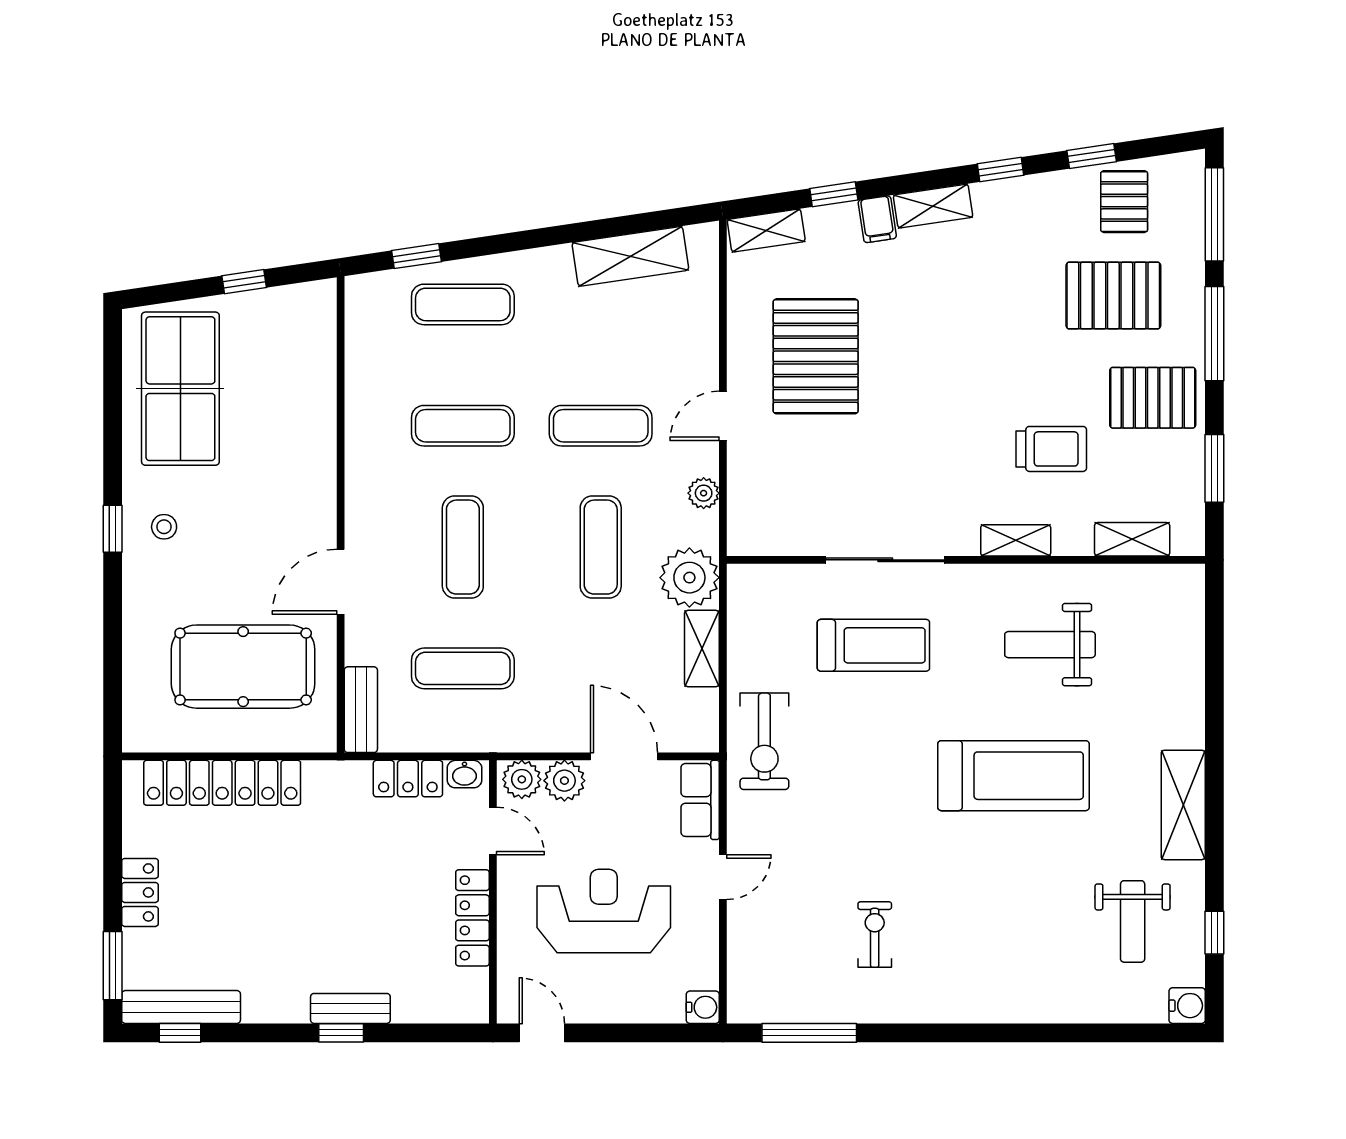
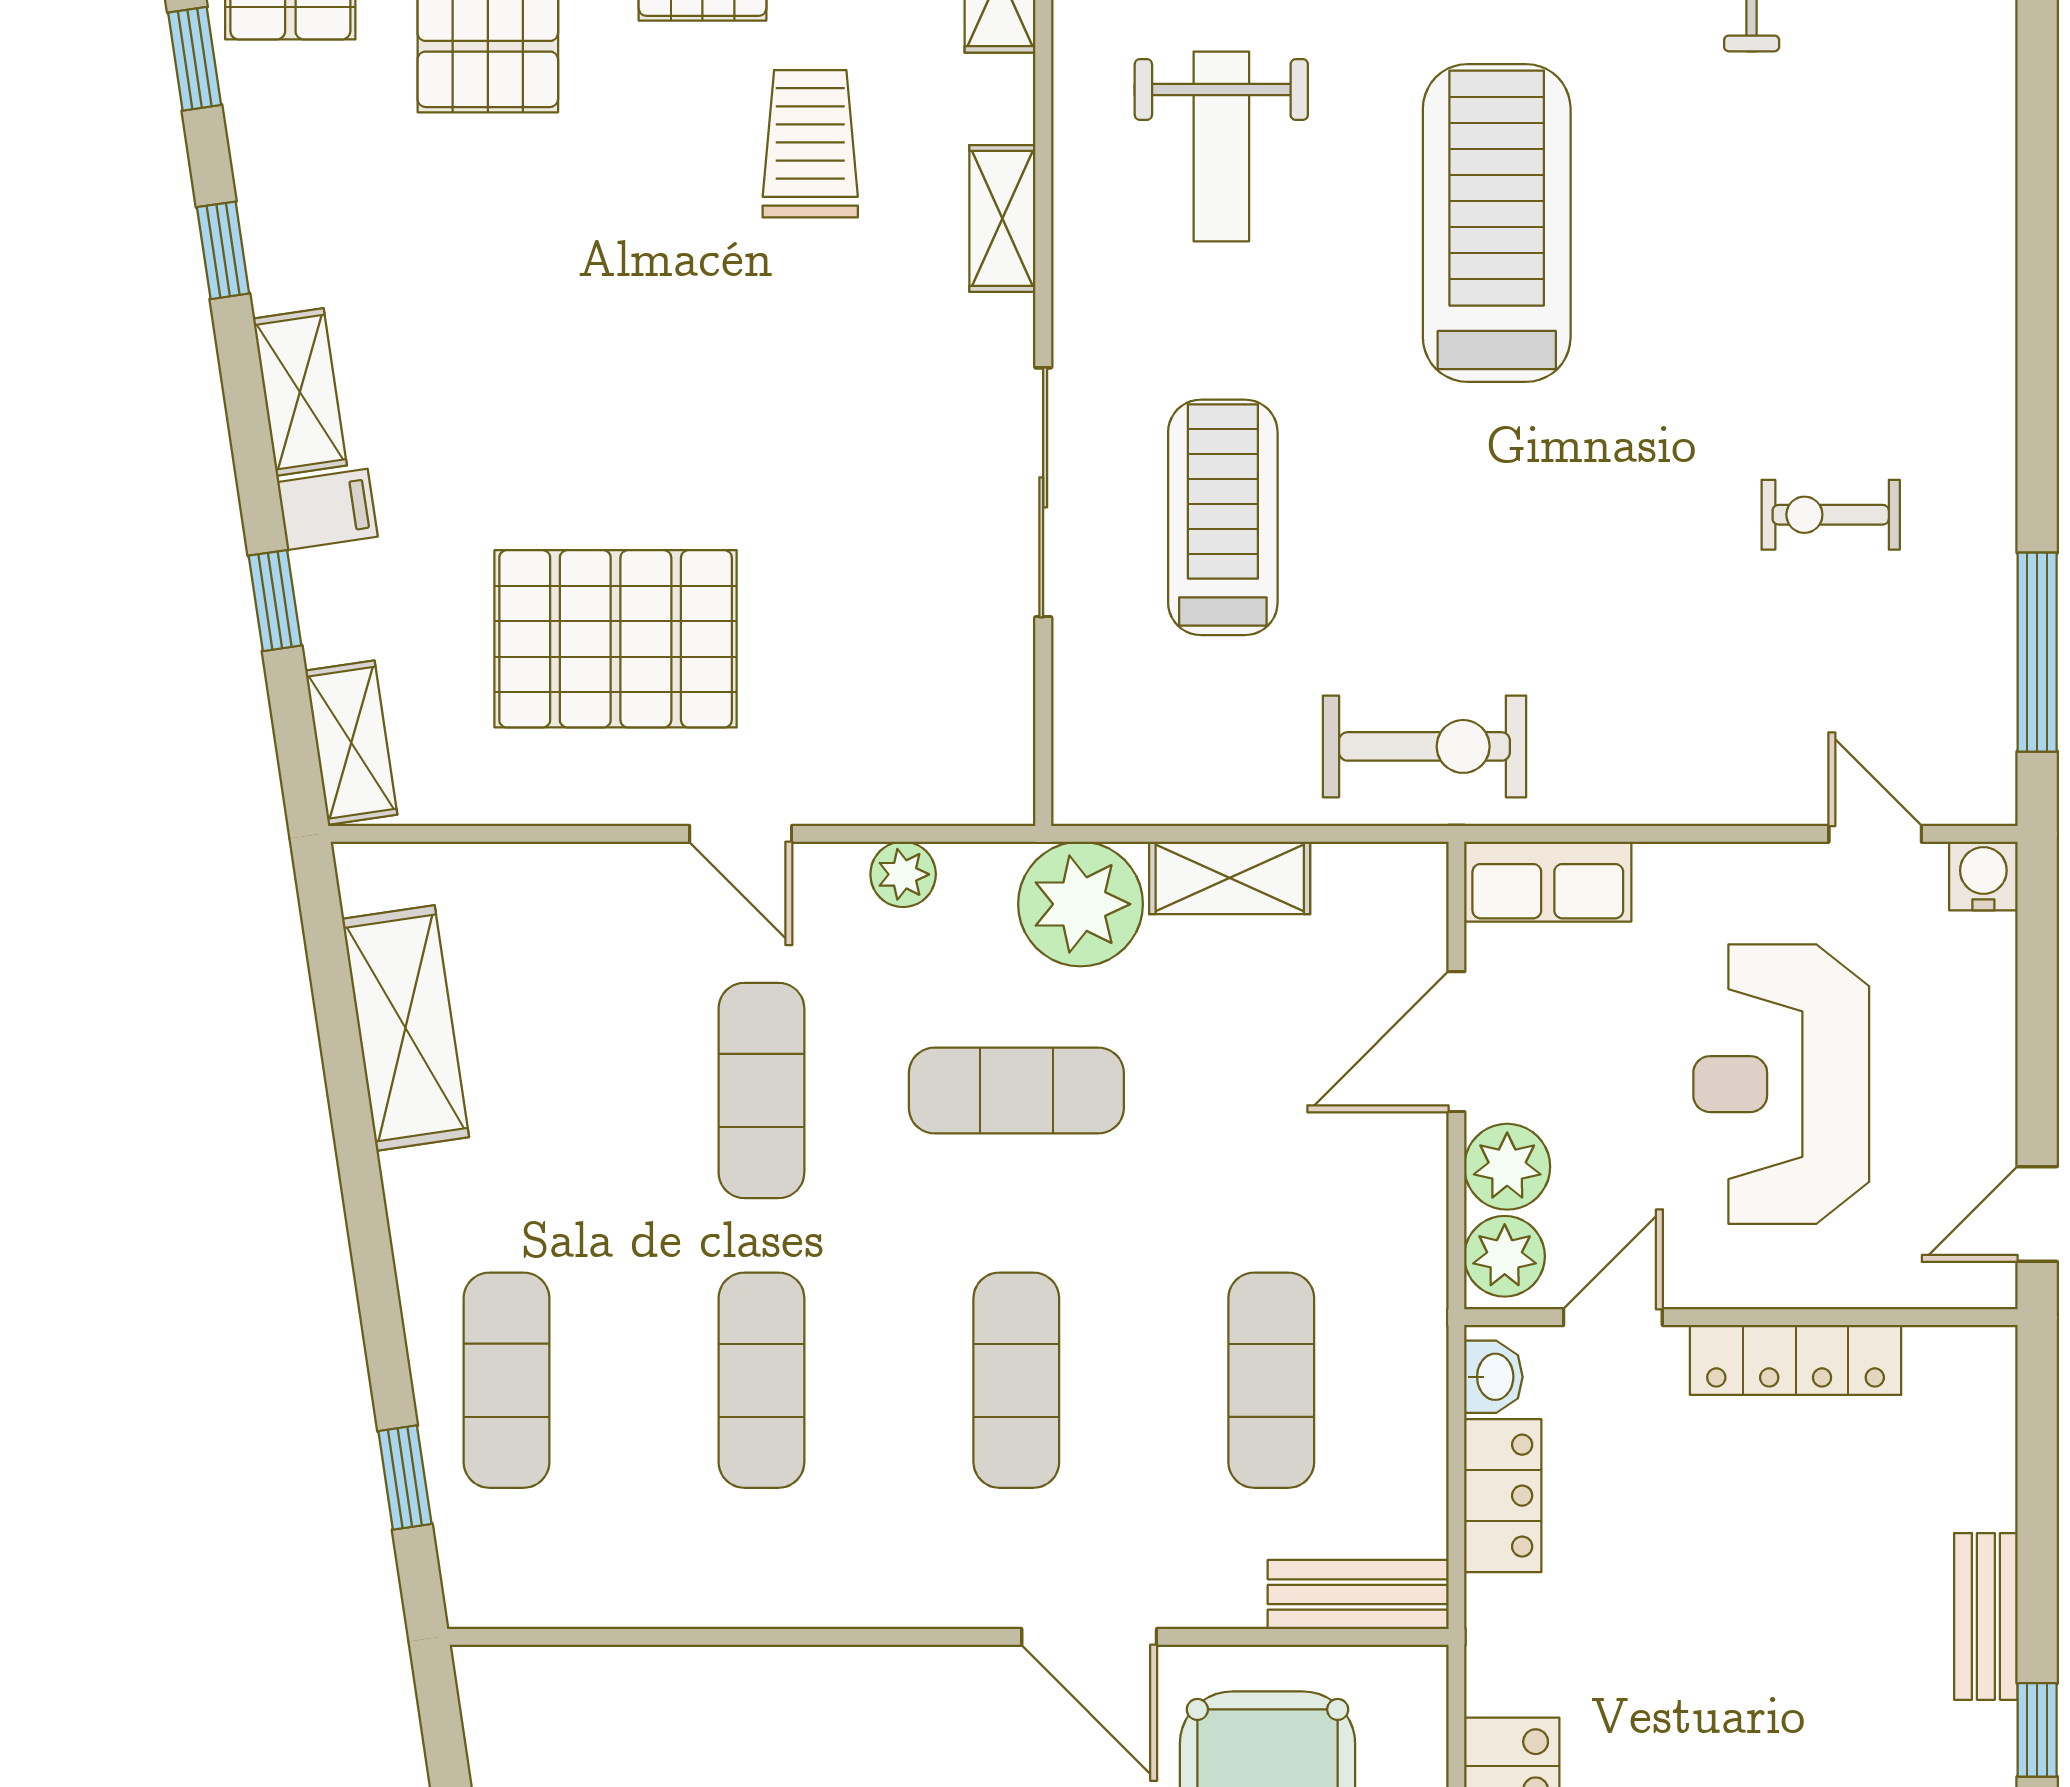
exercise mat: (463, 547) -> (1016, 1380), turned 90
door: (723, 877) -> (1875, 834), moved
window: (341, 1033) -> (2037, 1730), moved

